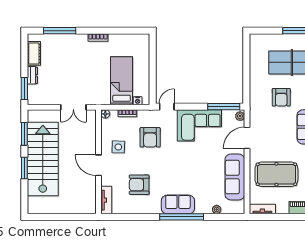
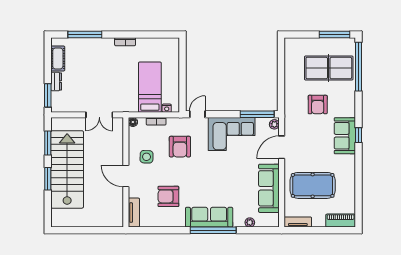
sofa: (178, 204) -> (209, 217), width x1.36

